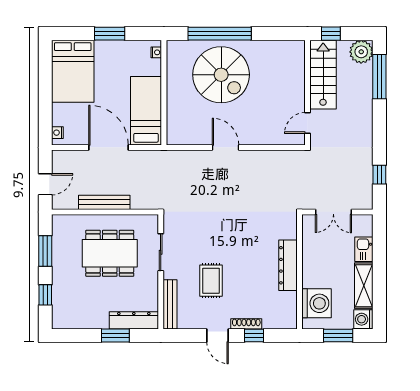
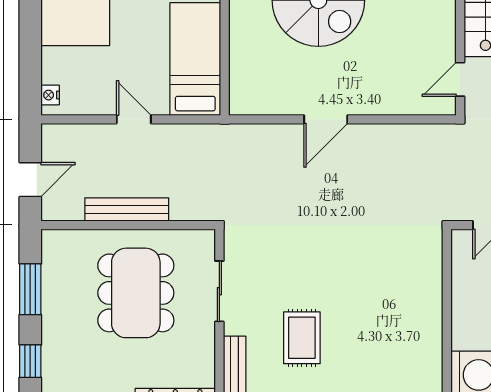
door: (108, 147) -> (134, 119), width x0.53
door: (226, 147) -> (326, 119), swing flipped
dining table: (110, 253) -> (136, 293), turned 90
dresser: (288, 265) -> (428, 313), removed

